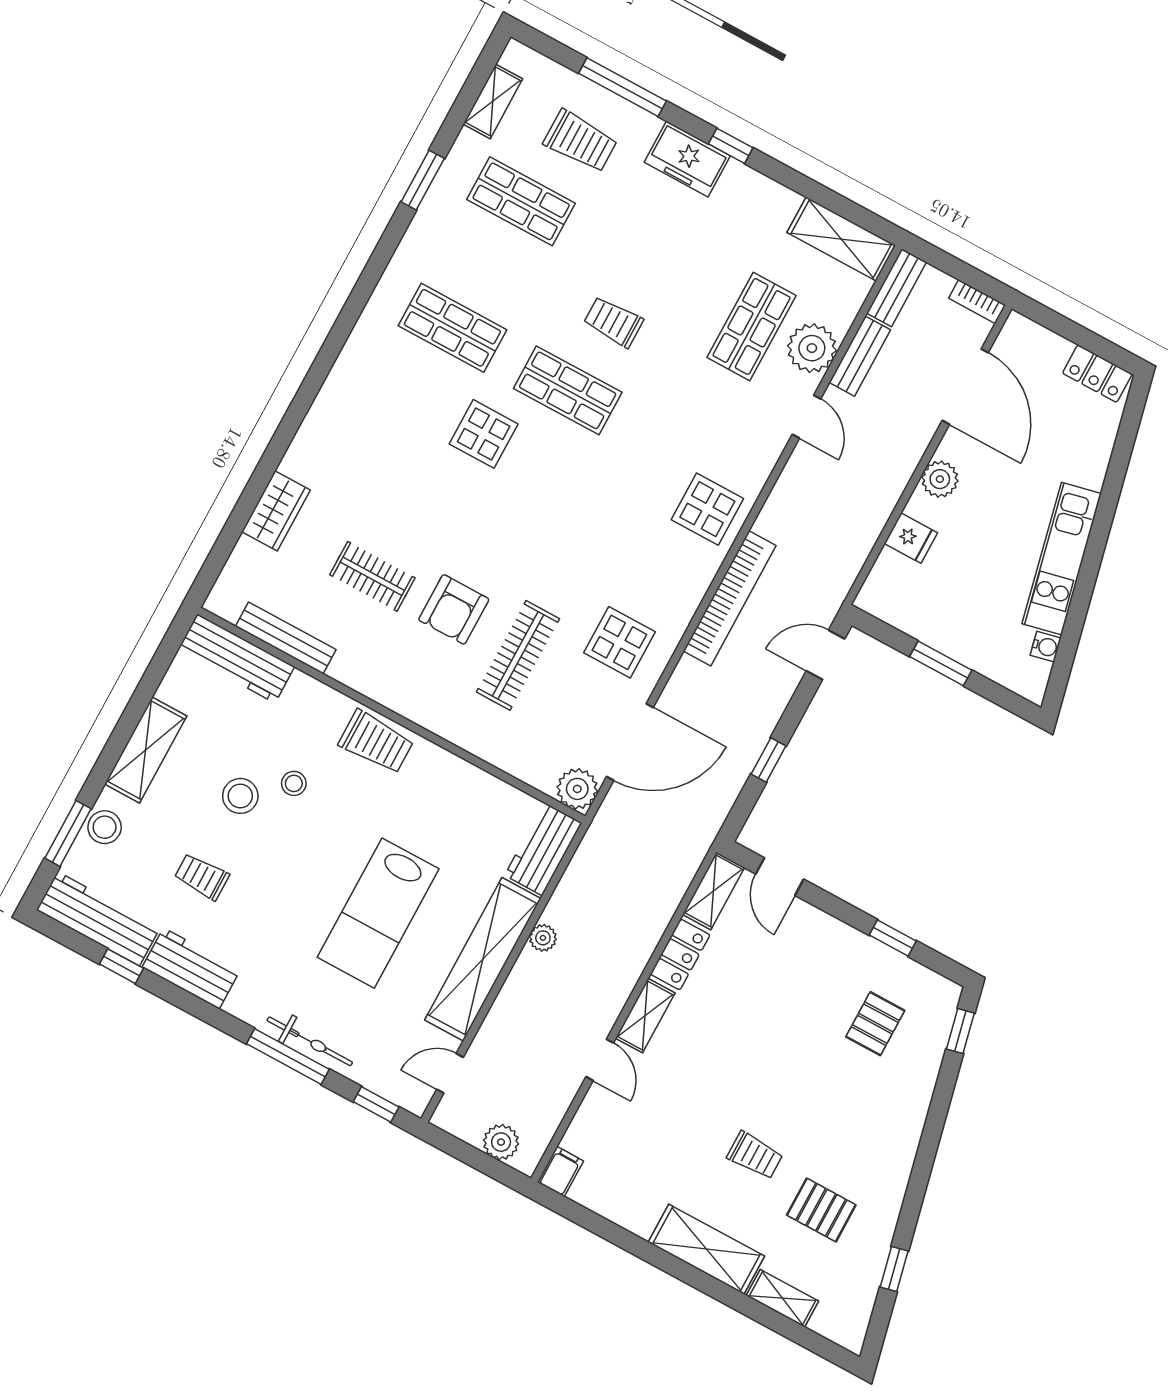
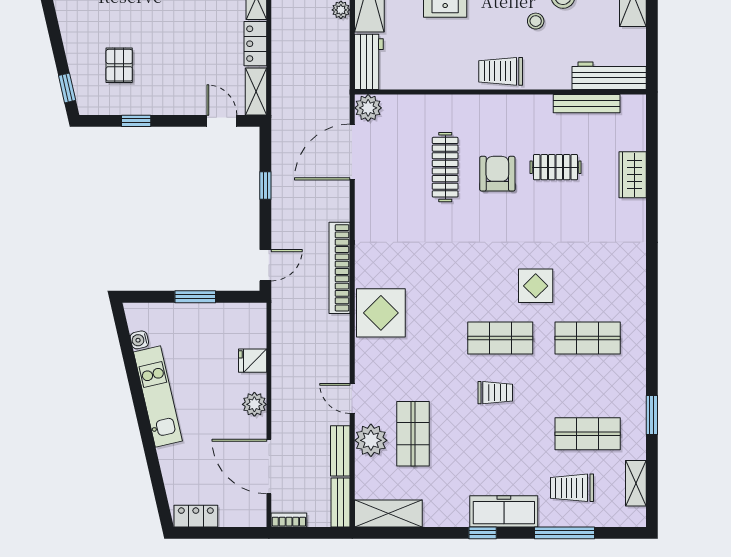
freezer: (687, 159) -> (504, 511), width x1.40
display table: (707, 509) -> (381, 313), width x1.36, depth x1.36
display table: (619, 642) -> (390, 207), removed

